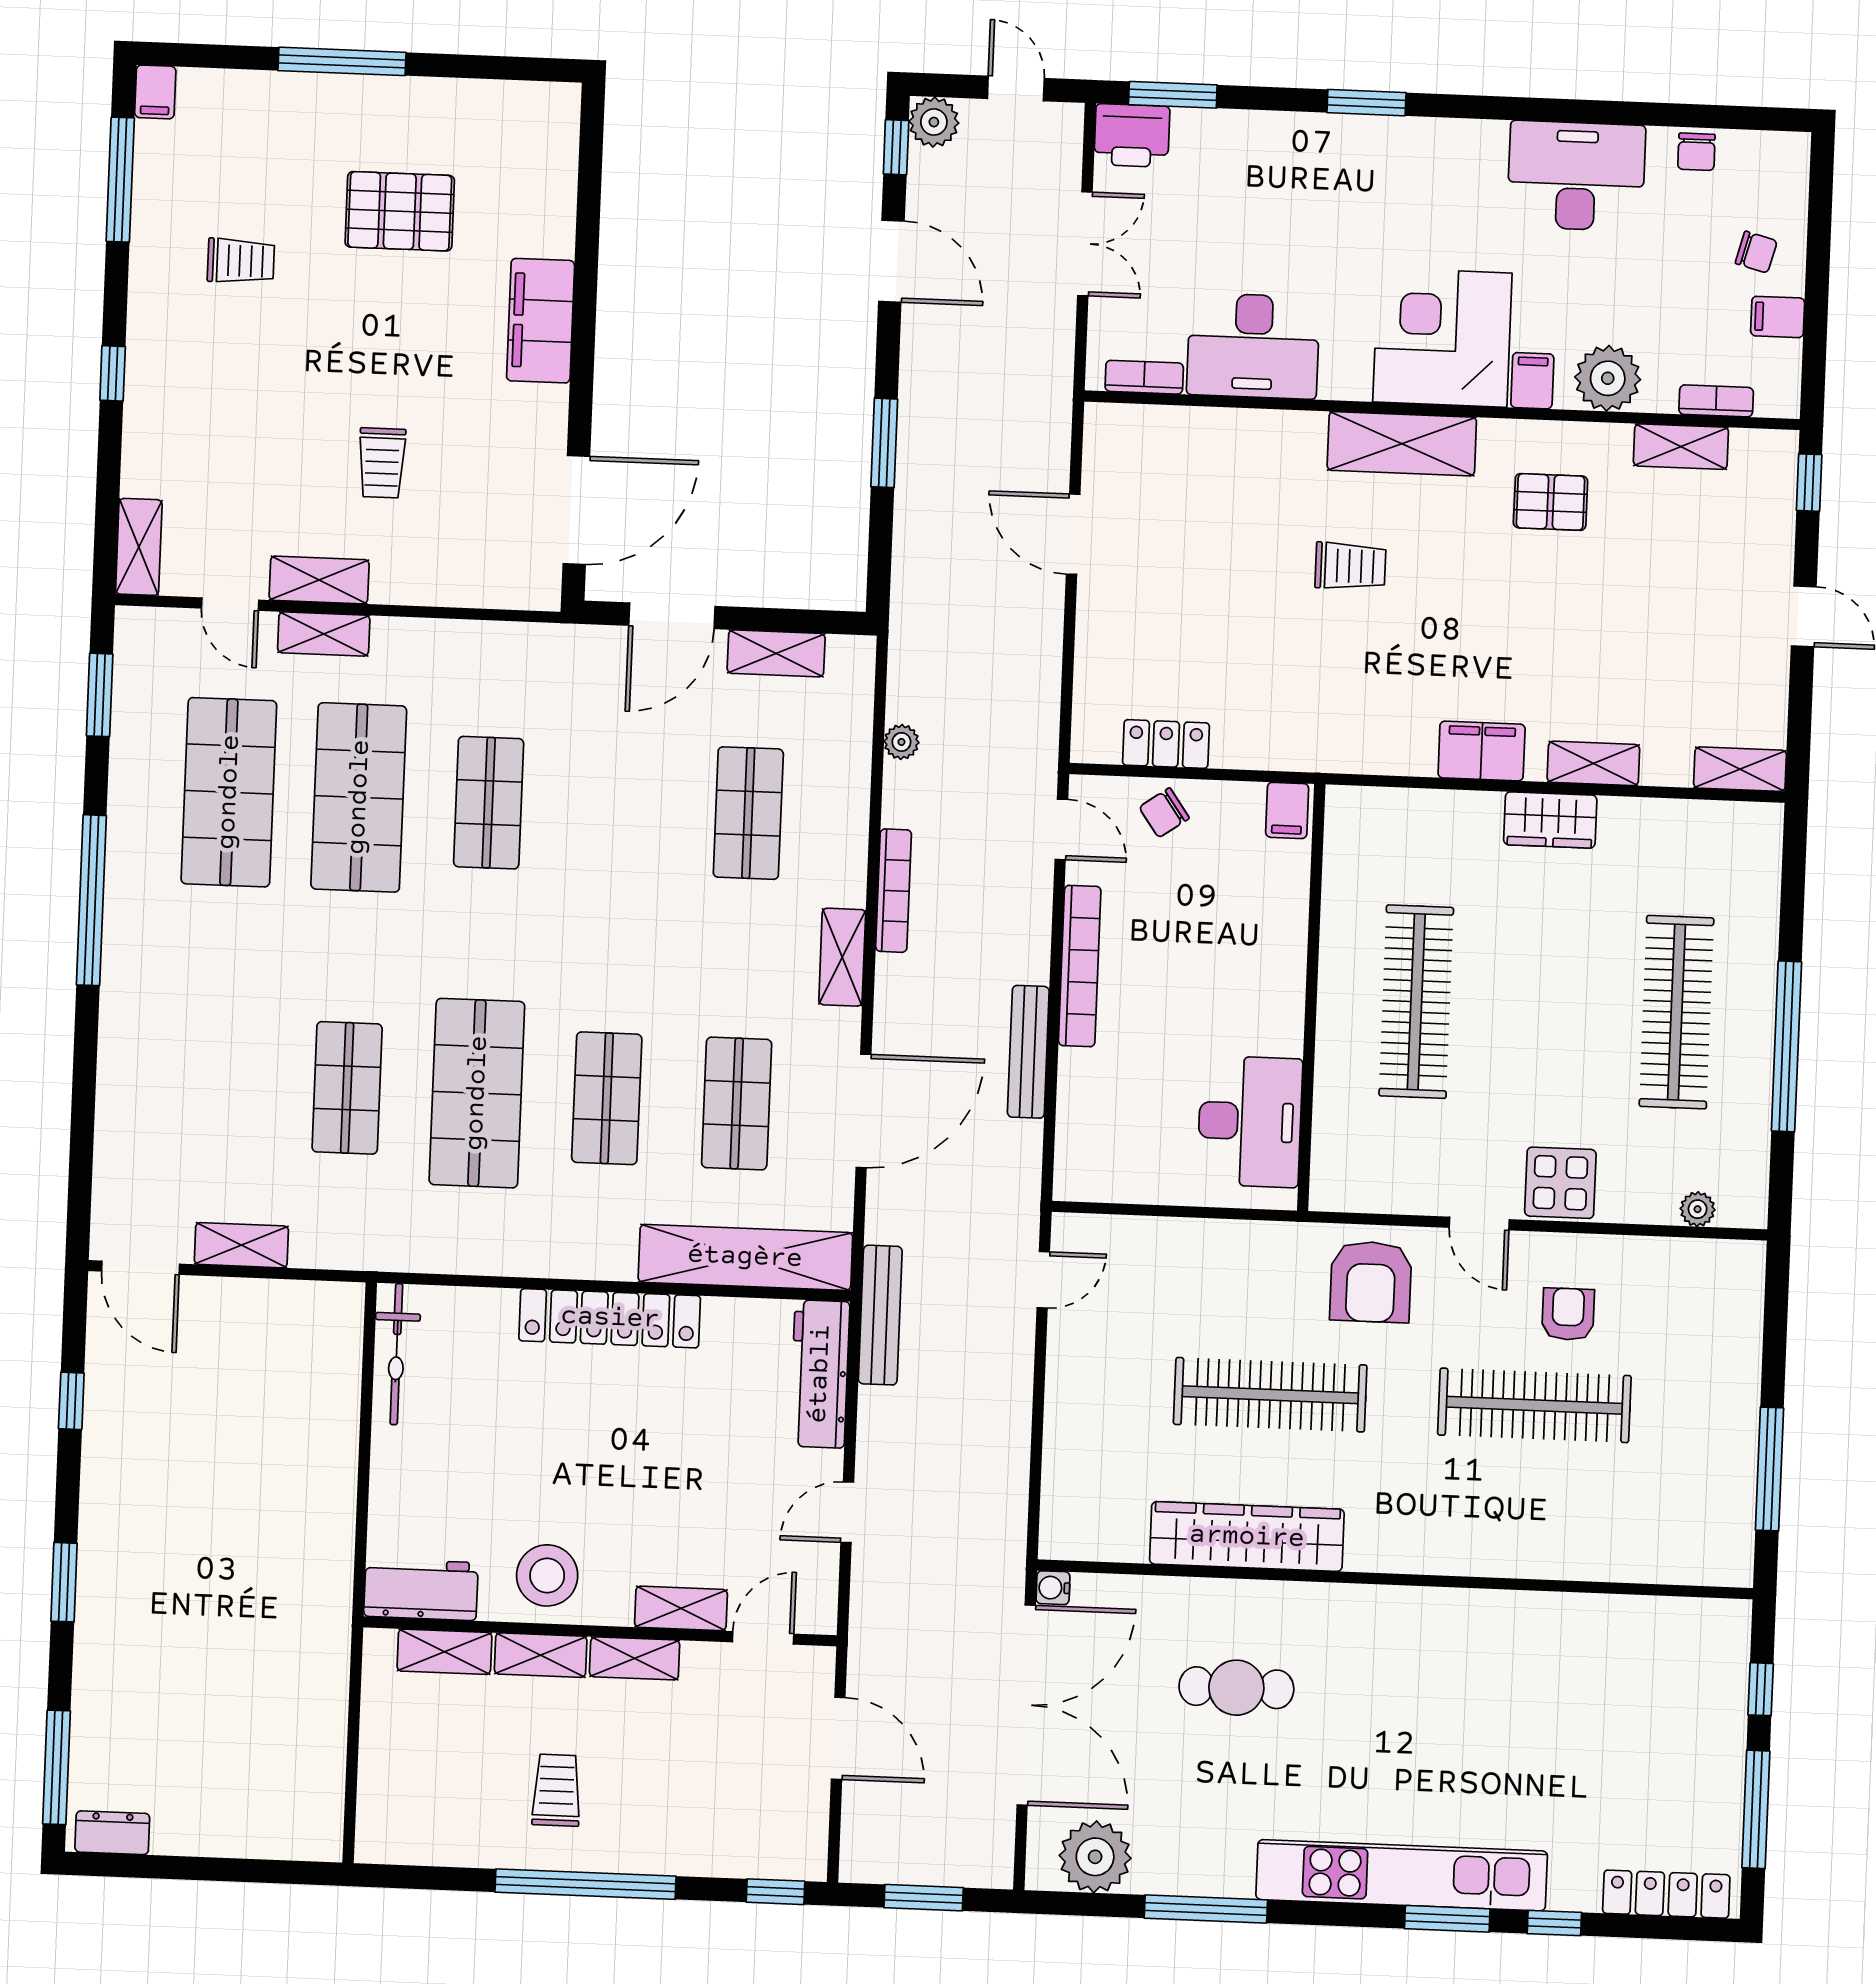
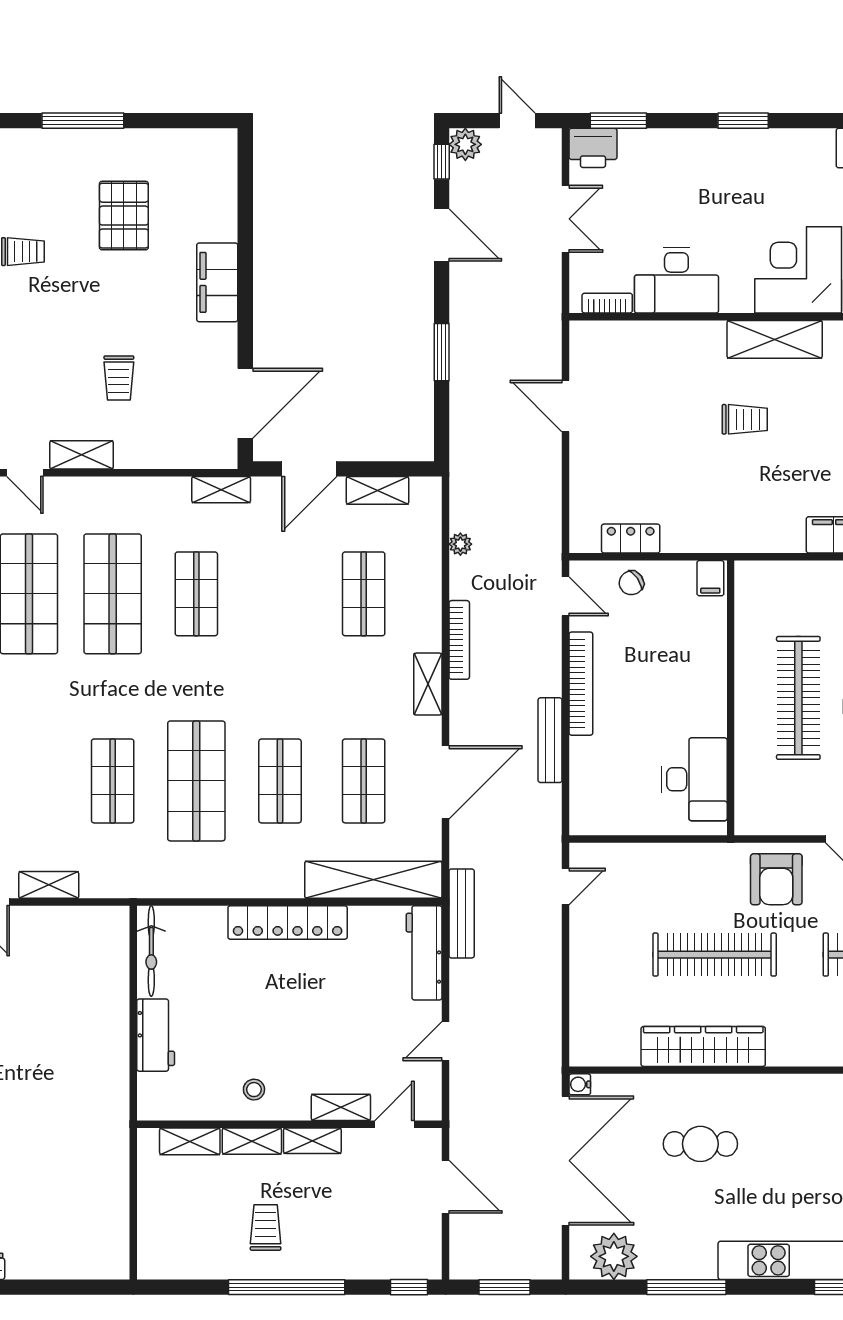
pallet: (400, 211) -> (124, 216), turned 90
shelving: (324, 634) -> (221, 490), moved
stool: (547, 1575) -> (254, 1090), width x0.53, depth x0.53
workbench: (421, 1589) -> (156, 1035), moved, turned 90

